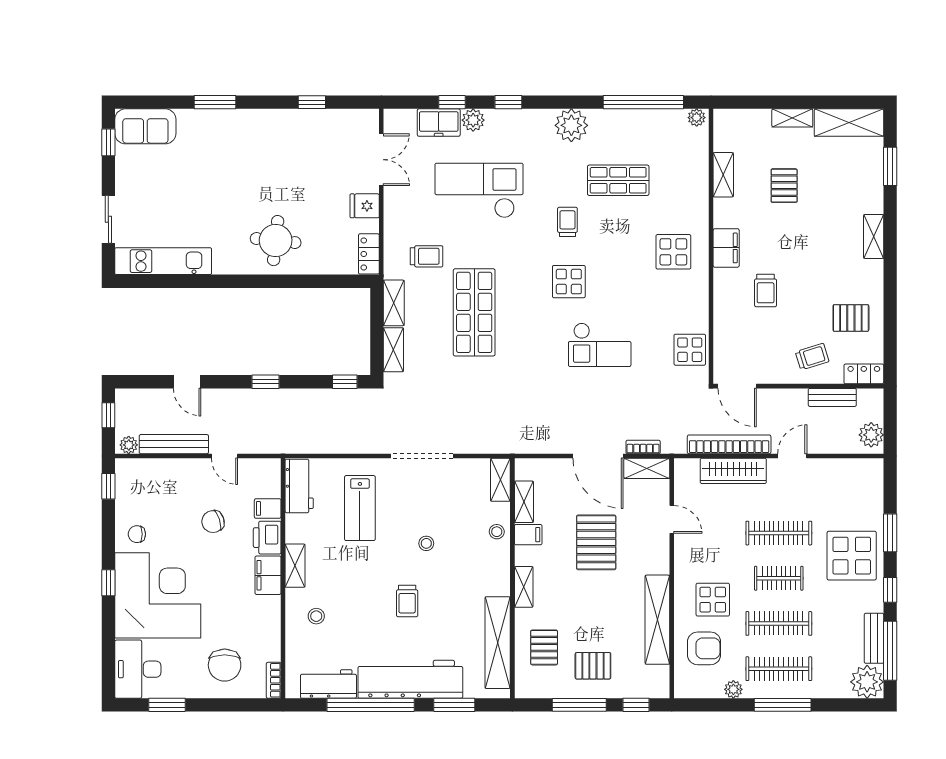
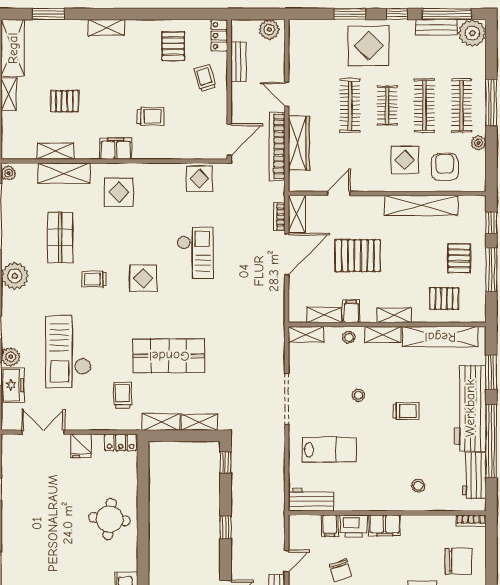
shelving: (696, 185) -> (64, 173), added
shelving: (295, 566) -> (383, 334), moved

